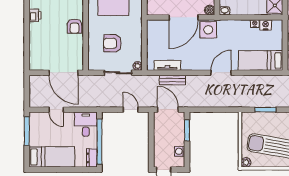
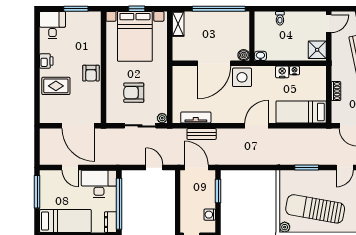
nightstand: (266, 25) -> (282, 72), moved
rug: (43, 37) -> (56, 86), added
desk: (86, 124) -> (99, 184), width x1.37

